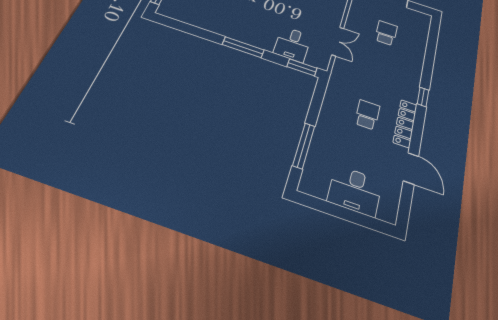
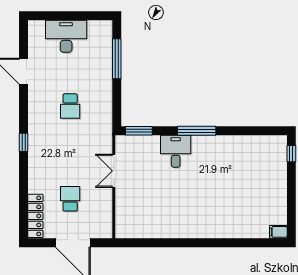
school desk: (386, 33) -> (70, 199), turned 180
desk: (293, 44) -> (176, 151), moved
locker: (405, 123) -> (35, 216), moved

